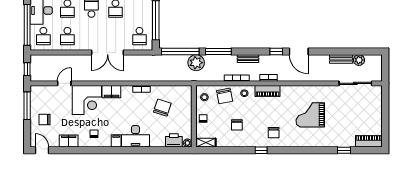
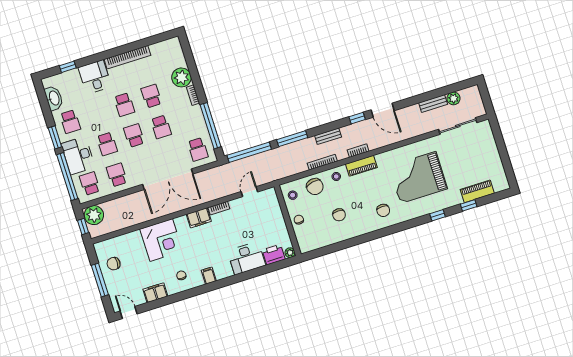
school desk: (43, 36) -> (90, 183), turned 180
school desk: (67, 36) -> (117, 175), turned 180
double door: (108, 53) -> (168, 179), width x1.36
plant: (196, 63) -> (94, 215), moved
door: (64, 83) -> (249, 192), moved
filing cabinet: (111, 92) -> (199, 218), moved
window: (27, 106) -> (100, 280), moved
chair: (162, 108) -> (249, 222), removed
grand piano: (310, 115) -> (418, 177), width x1.37, depth x1.48
chair: (45, 119) -> (114, 264), moved
desk: (135, 136) -> (246, 258), moved
piano: (369, 141) -> (477, 191), moved
shelving: (206, 143) -> (311, 246), removed
window: (261, 150) -> (437, 215), moved

